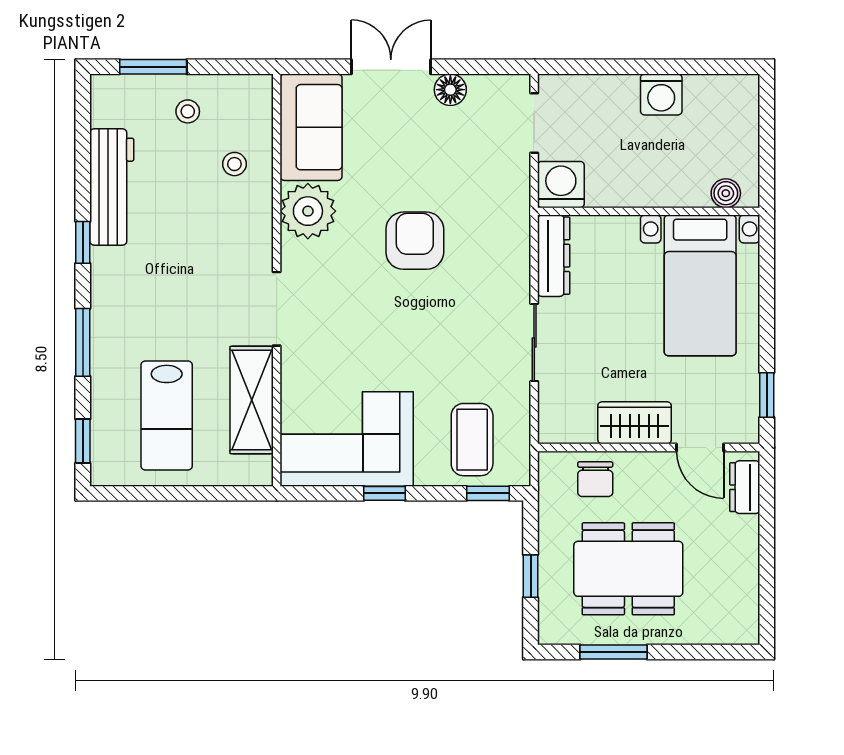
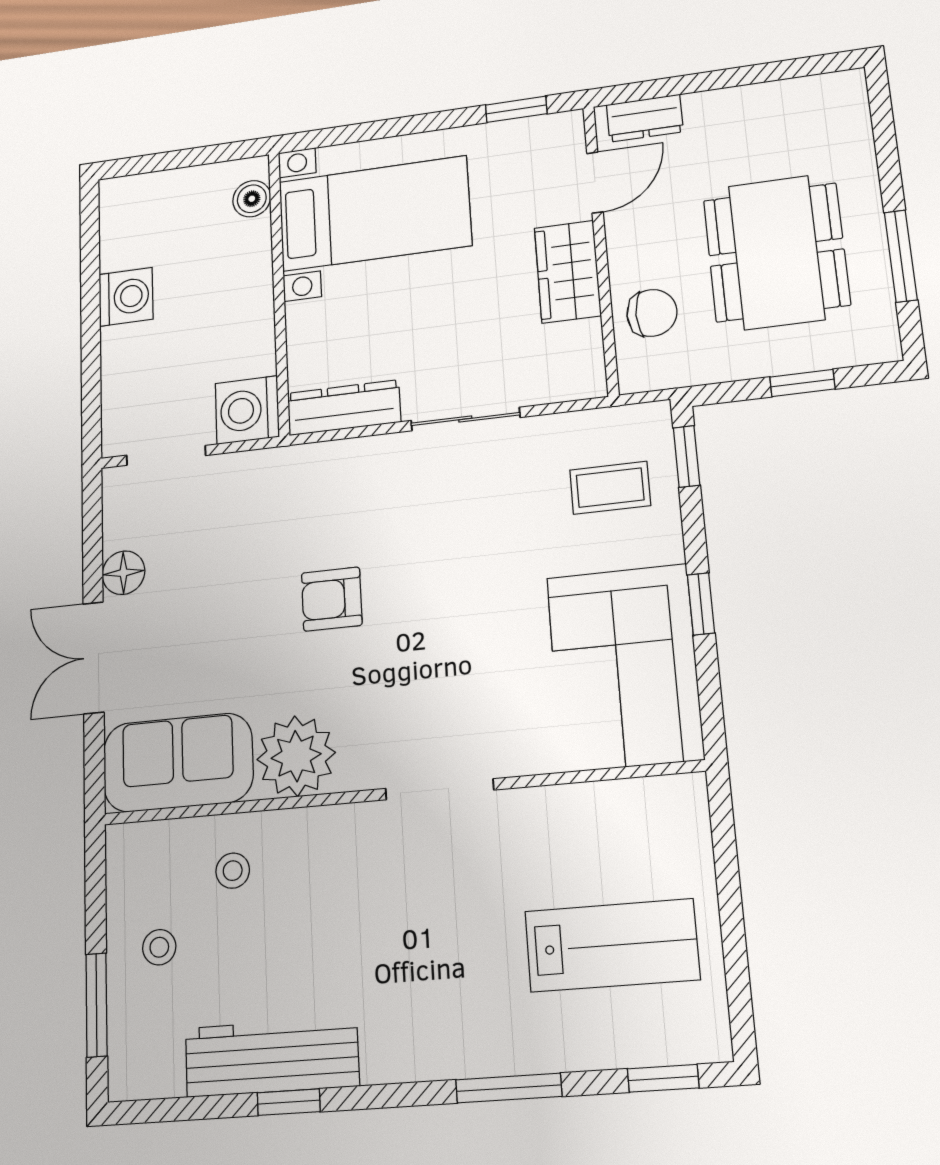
armchair: (415, 241) -> (332, 599), width x0.72, depth x0.72
window: (83, 242) -> (289, 1102), moved
shelving: (252, 400) -> (578, 815), removed
coffee table: (472, 440) -> (610, 488), width x0.73, depth x0.77

